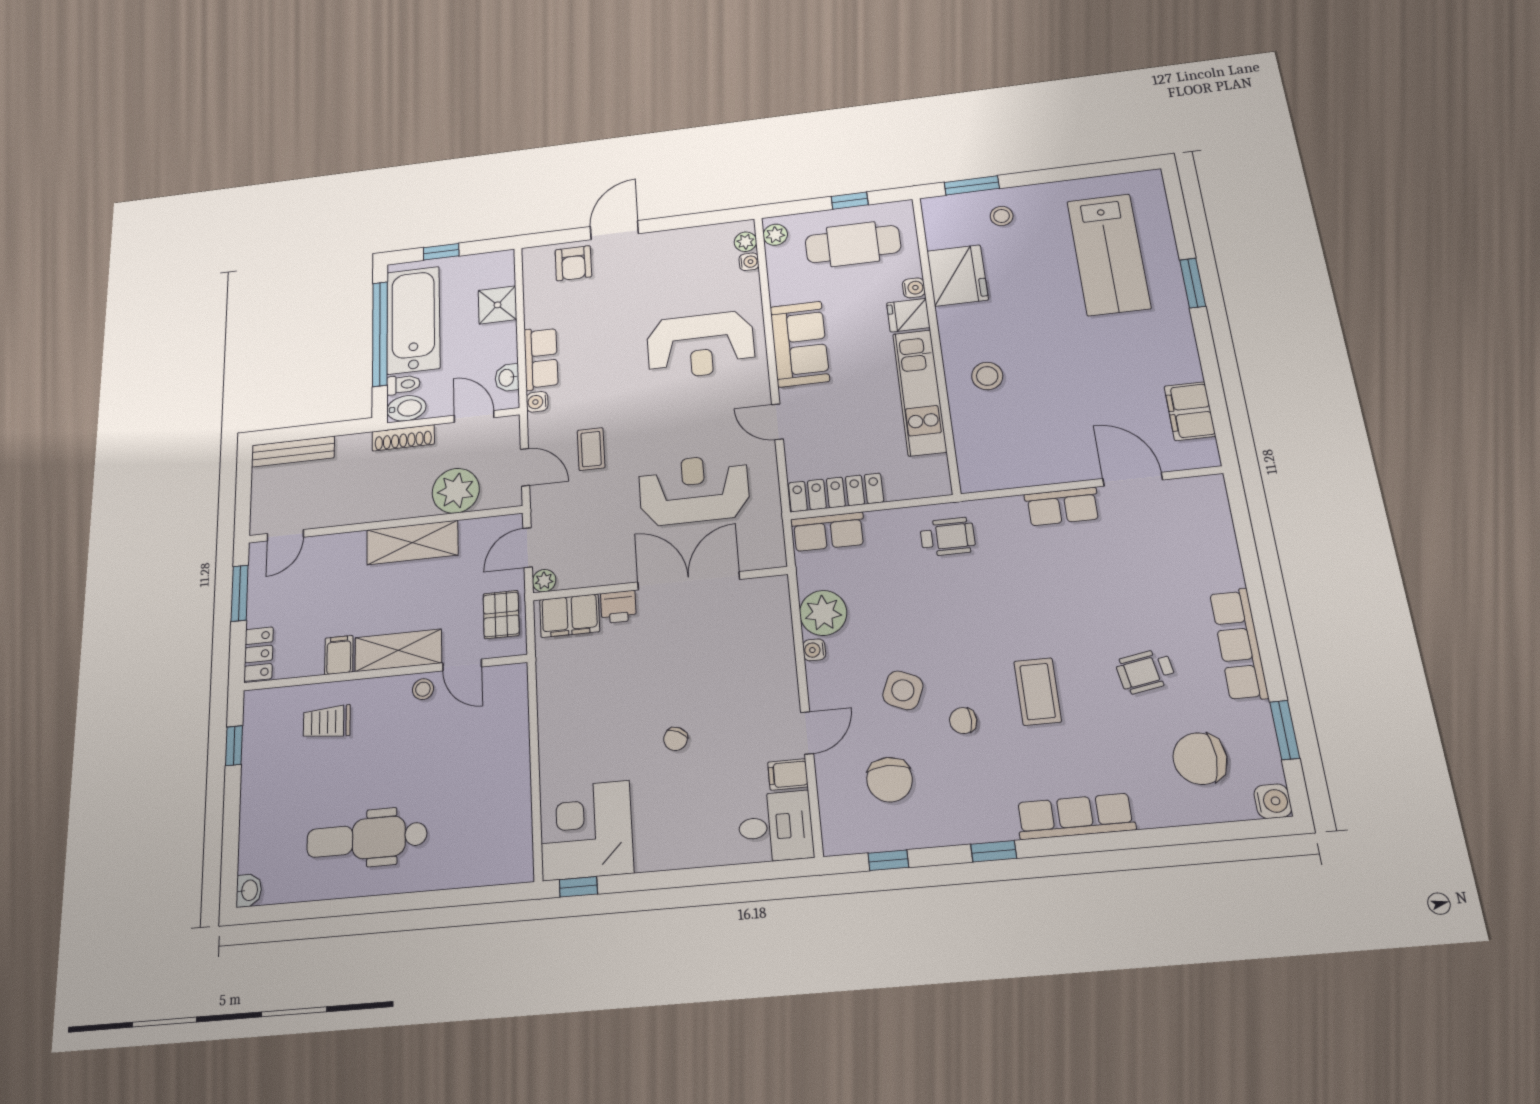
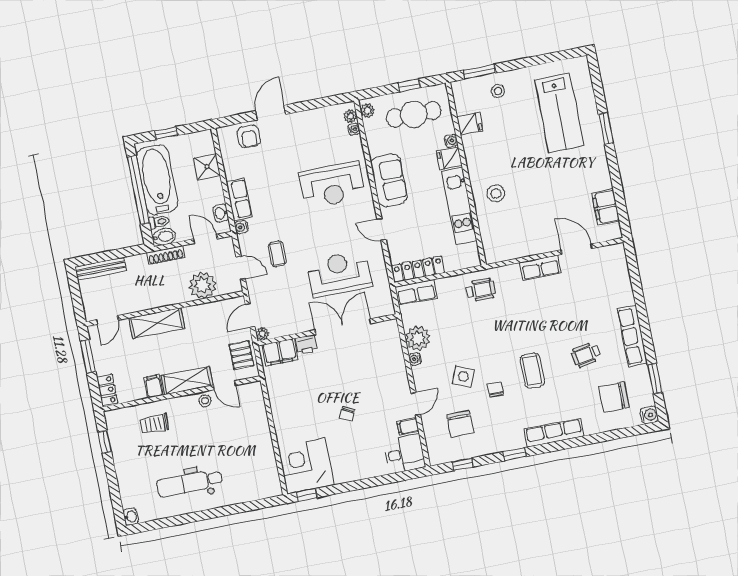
fridge: (957, 276) -> (470, 124), width x0.53, depth x0.75
shelving: (412, 542) -> (157, 323), moved
chair: (963, 721) -> (495, 389), turned 90

